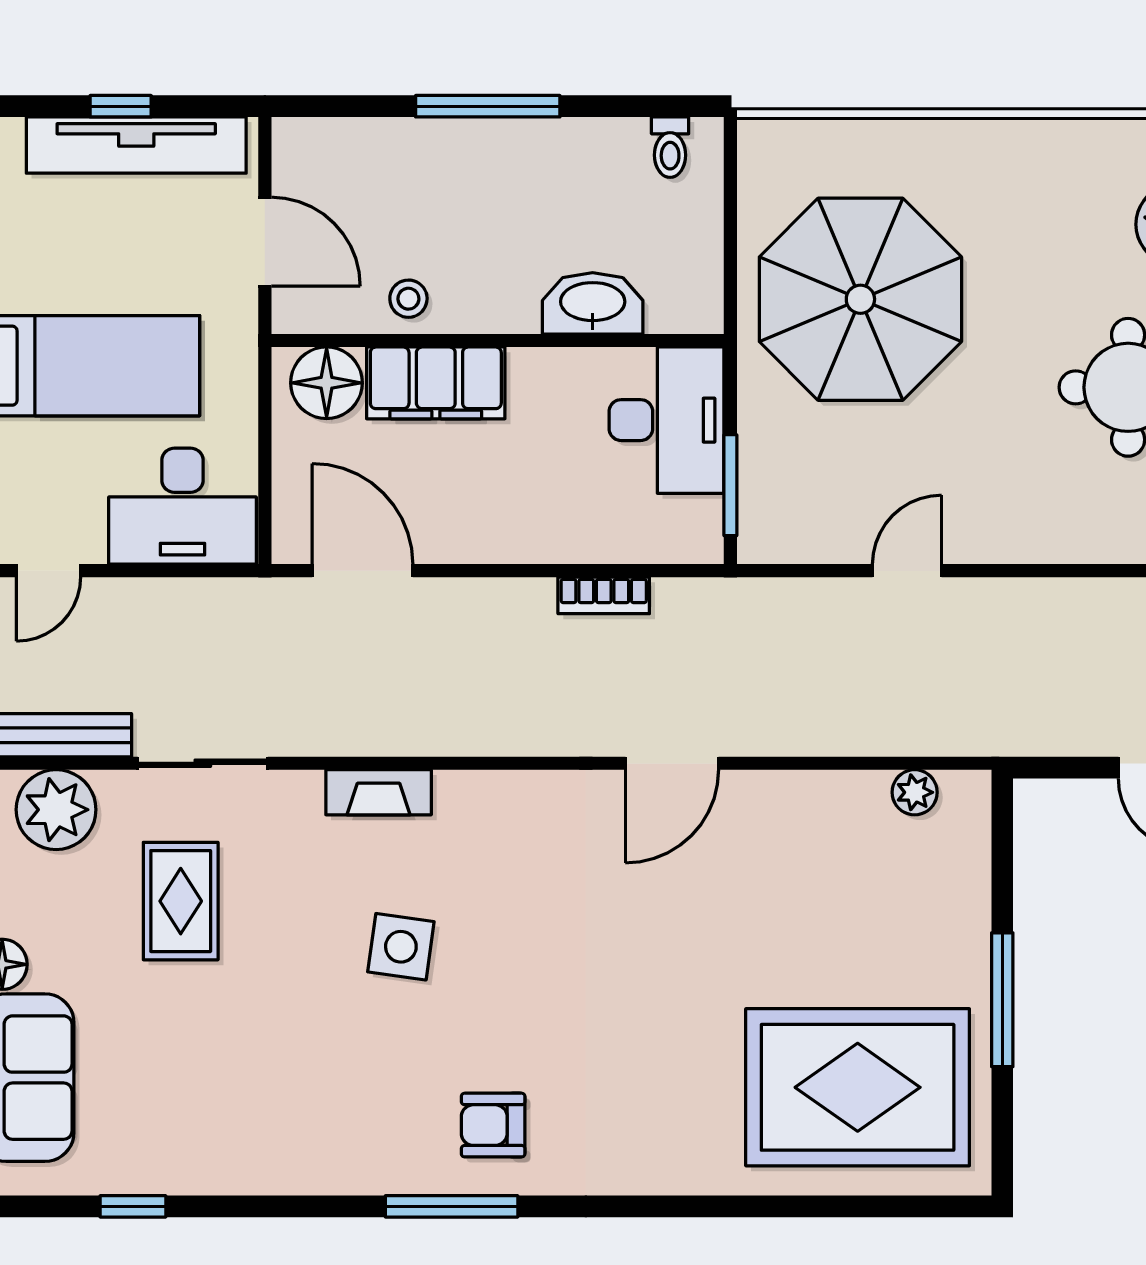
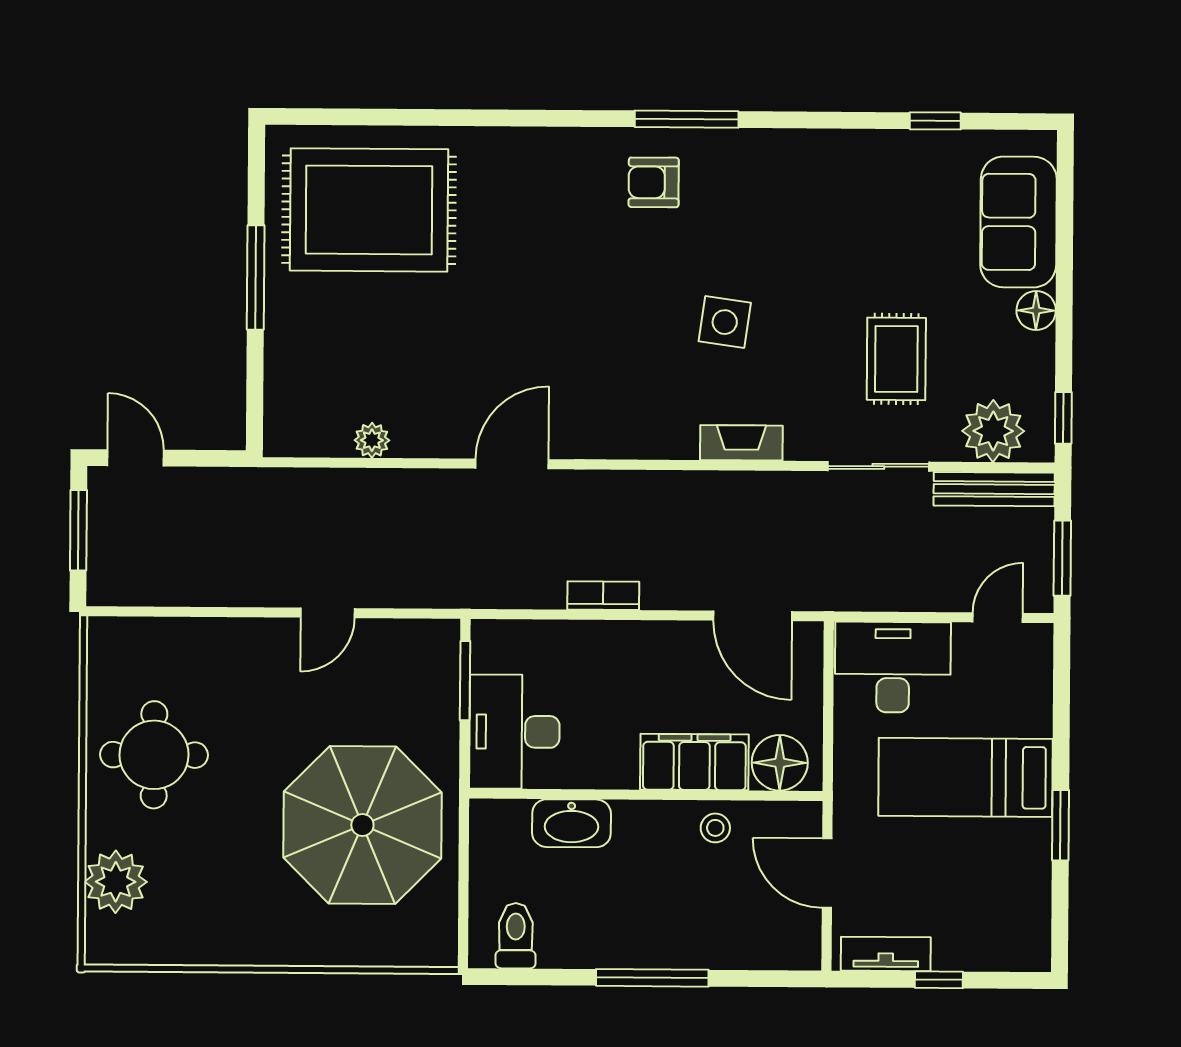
tv unit: (136, 145) -> (886, 954), width x0.52, depth x0.78
toilet: (670, 147) -> (516, 936), width x1.37, depth x1.39
bookcase: (604, 595) -> (603, 596), moved
plant: (915, 792) -> (372, 440), moved
armchair: (493, 1125) -> (654, 182), turned 180

